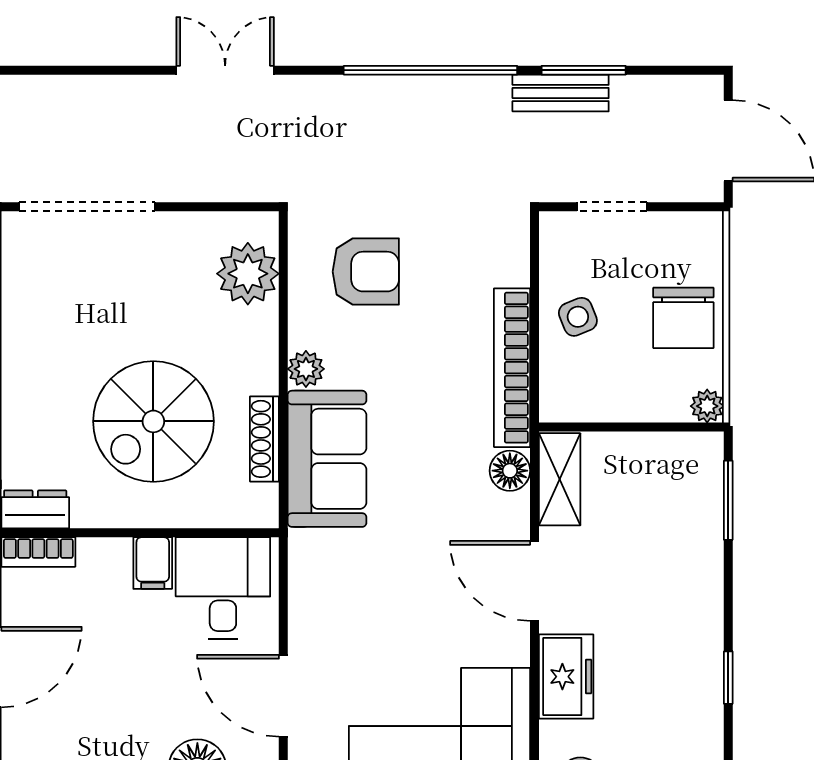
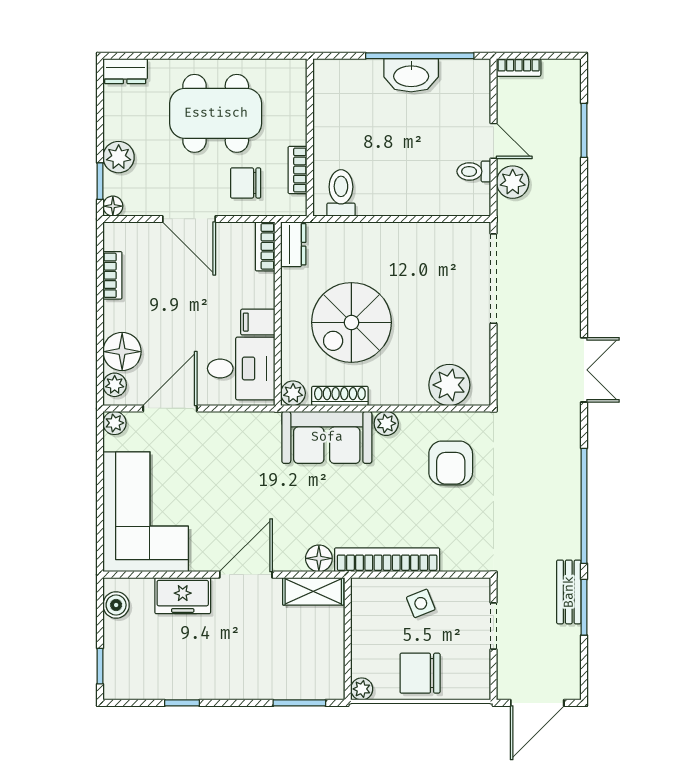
spiral stairs: (153, 421) -> (351, 322), turned -90
plant: (260, 510) -> (293, 393), added

